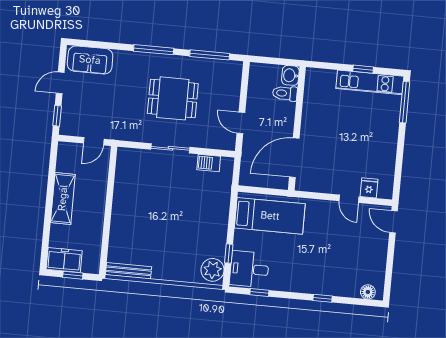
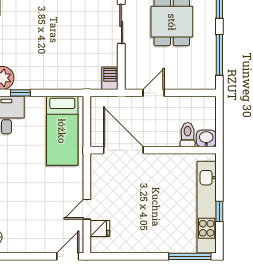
kitchen unit: (370, 82) -> (207, 207), width x1.36
barbecue: (209, 163) -> (110, 78), moved

